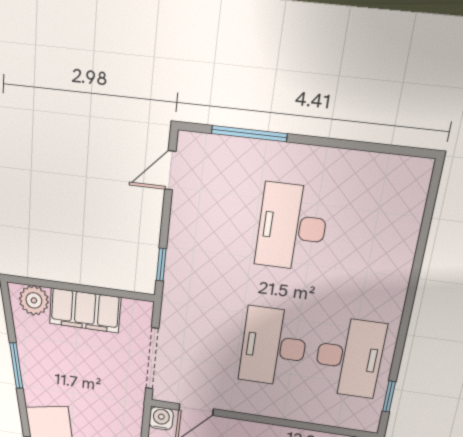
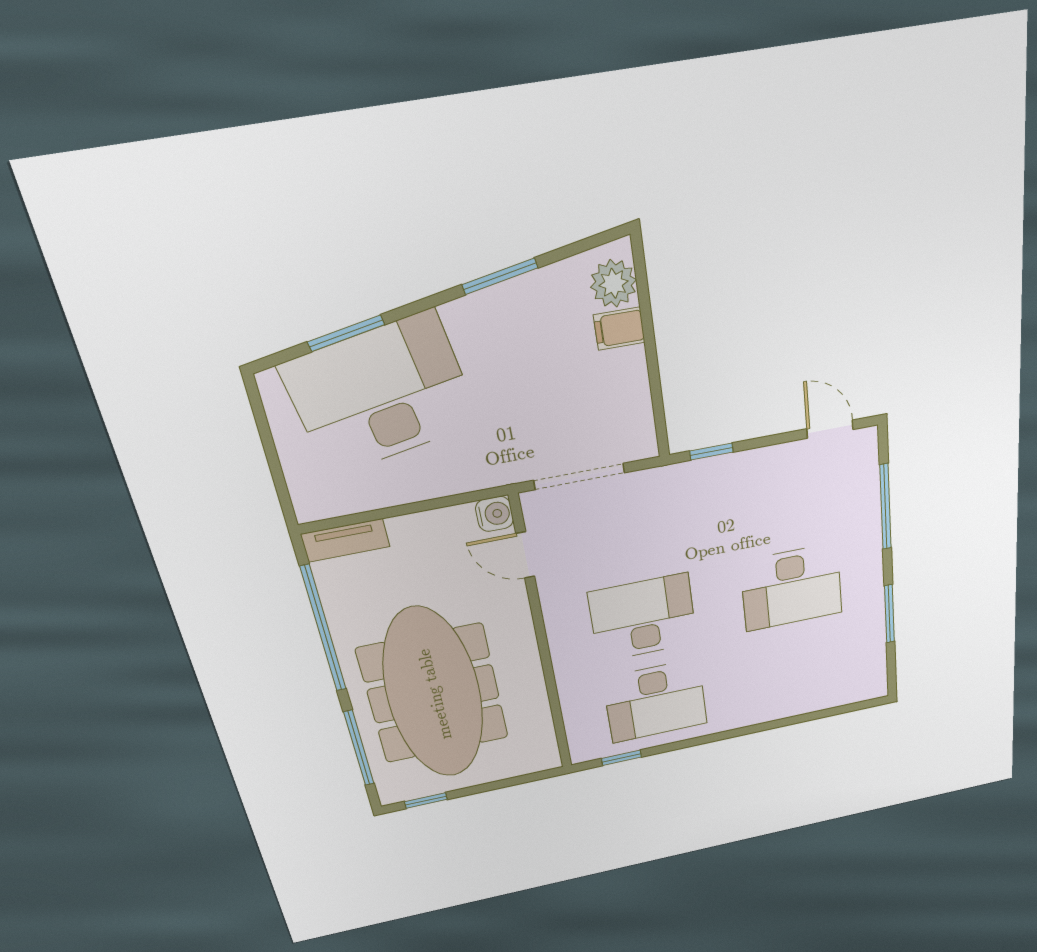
window: (351, 145) -> (889, 614), added
desk: (292, 227) -> (792, 587), turned 180
filing cabinet: (85, 310) -> (619, 329), width x0.33, depth x0.86

